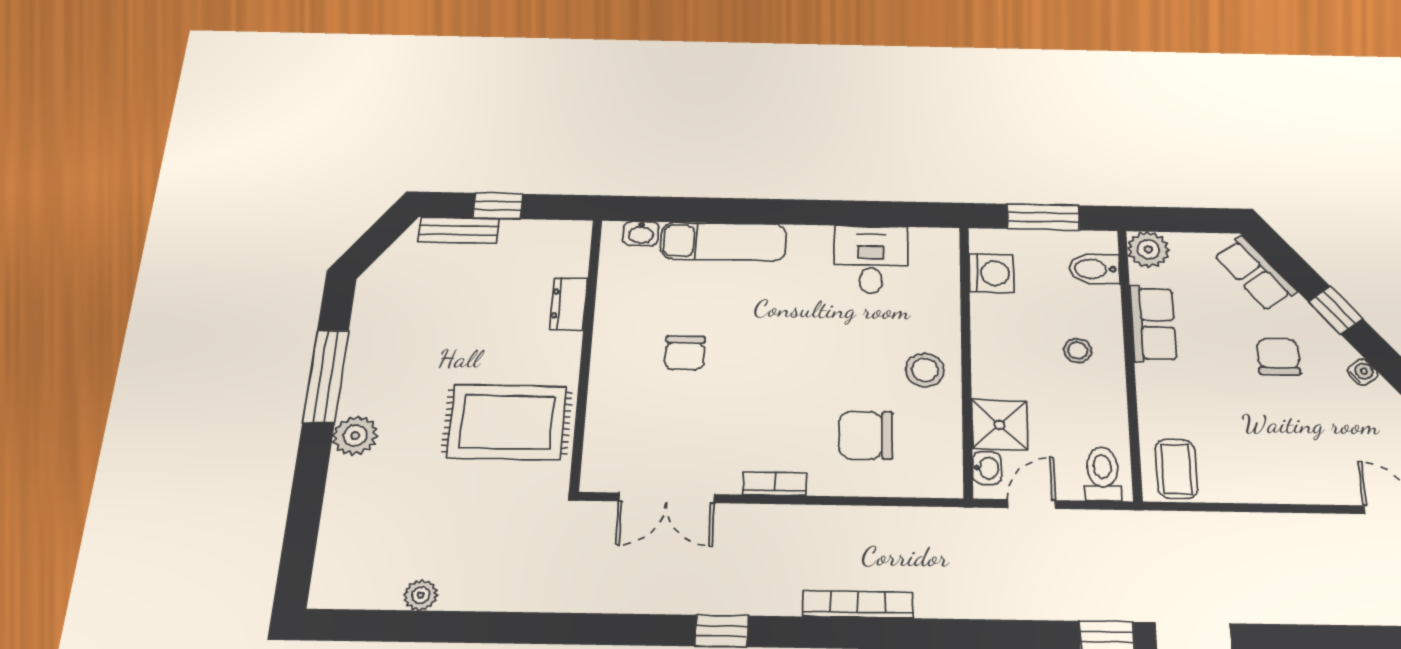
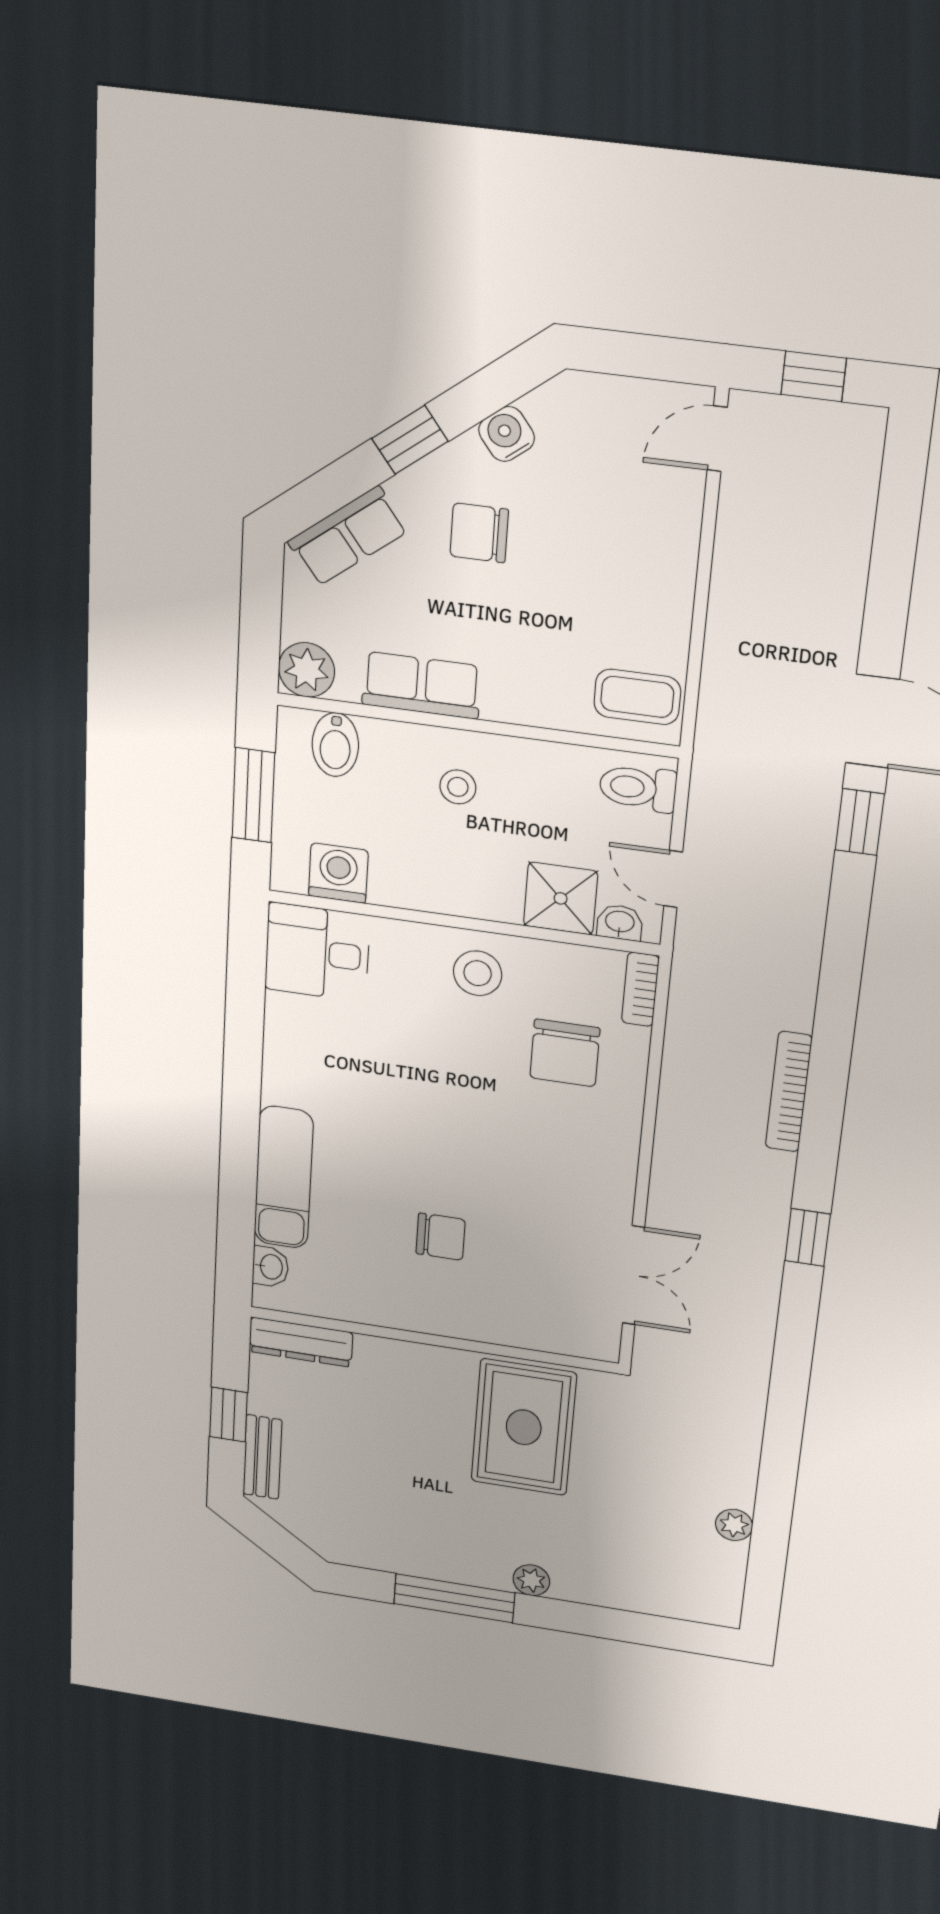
desk: (871, 260) -> (317, 952), moved
dresser: (569, 304) -> (301, 1342), moved, width x1.44
water cooler: (1363, 372) -> (507, 434), width x1.38, depth x1.38
plant: (355, 436) -> (531, 1580), width x0.73, depth x0.73
bookcase: (775, 484) -> (640, 989), moved

